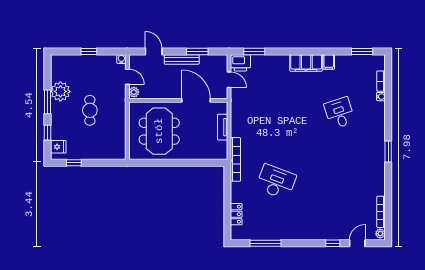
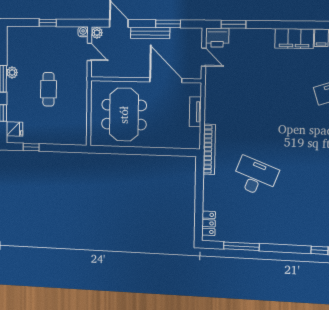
plant: (60, 91) -> (12, 72), width x0.53, depth x0.53
plant: (134, 92) -> (97, 33), moved
locker: (236, 214) -> (209, 223), moved

